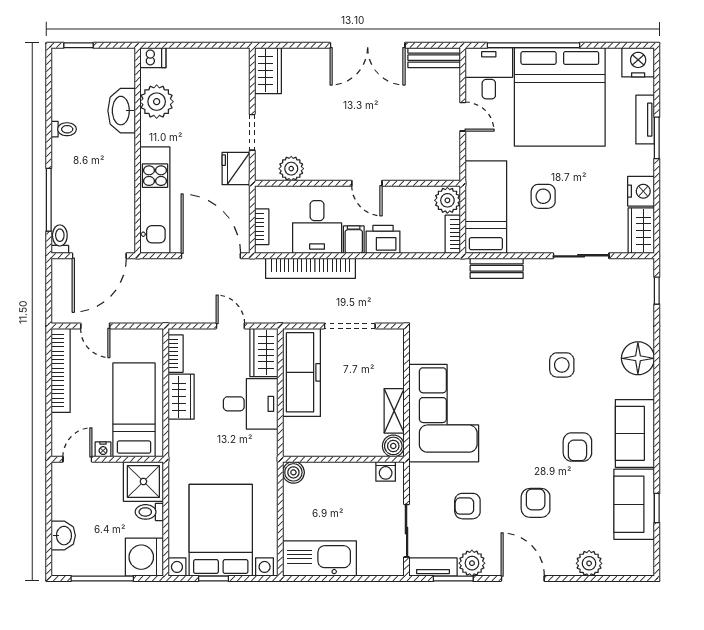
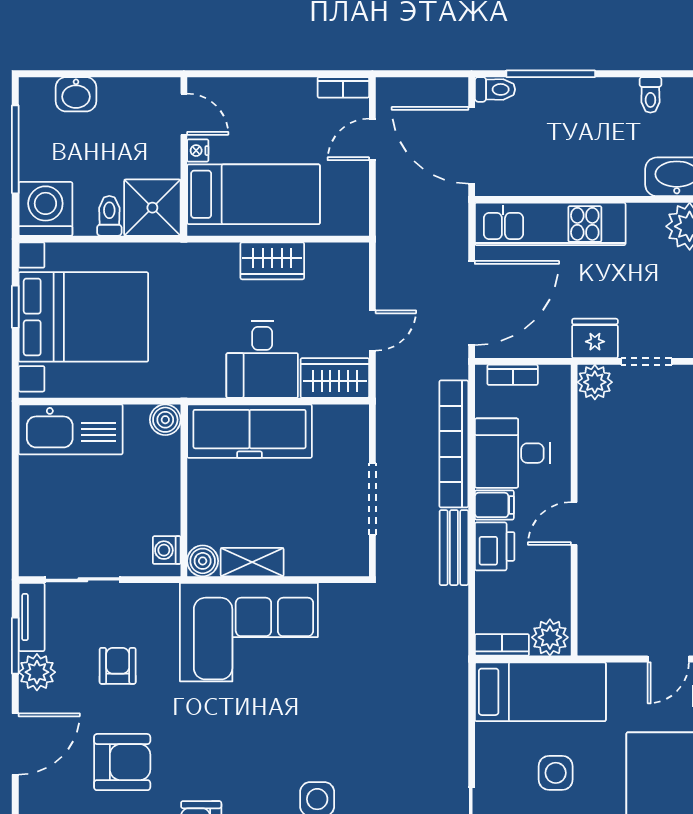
plant: (291, 169) -> (595, 382), moved
bench: (497, 268) -> (454, 548), moved
bookcase: (176, 354) -> (333, 253), removed
bookcase: (61, 370) -> (343, 87), width x0.43, depth x0.76
freezer: (302, 372) -> (250, 431), moved
armchair: (536, 503) -> (122, 762), width x1.38, depth x1.38
kitchen sink: (319, 558) -> (71, 429), moved, turned 90

